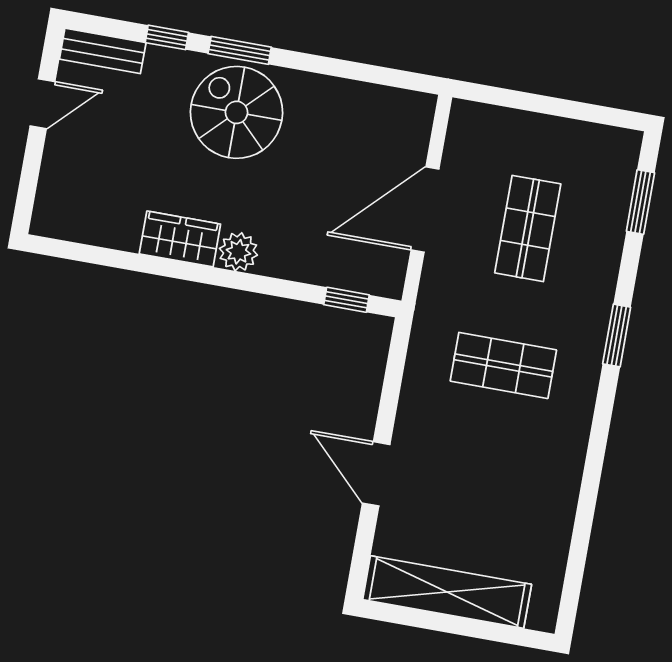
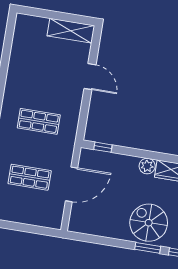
spiral stairs: (236, 112) -> (149, 223), turned 180
shop shelf: (528, 228) -> (30, 177), turned 90
shelving: (447, 592) -> (71, 31), width x0.68

